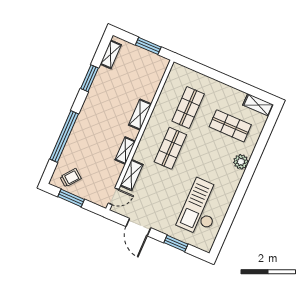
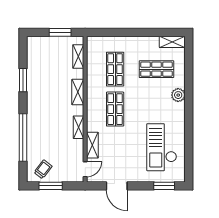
shelving: (111, 54) -> (78, 56), moved
window: (176, 243) -> (164, 186), moved

